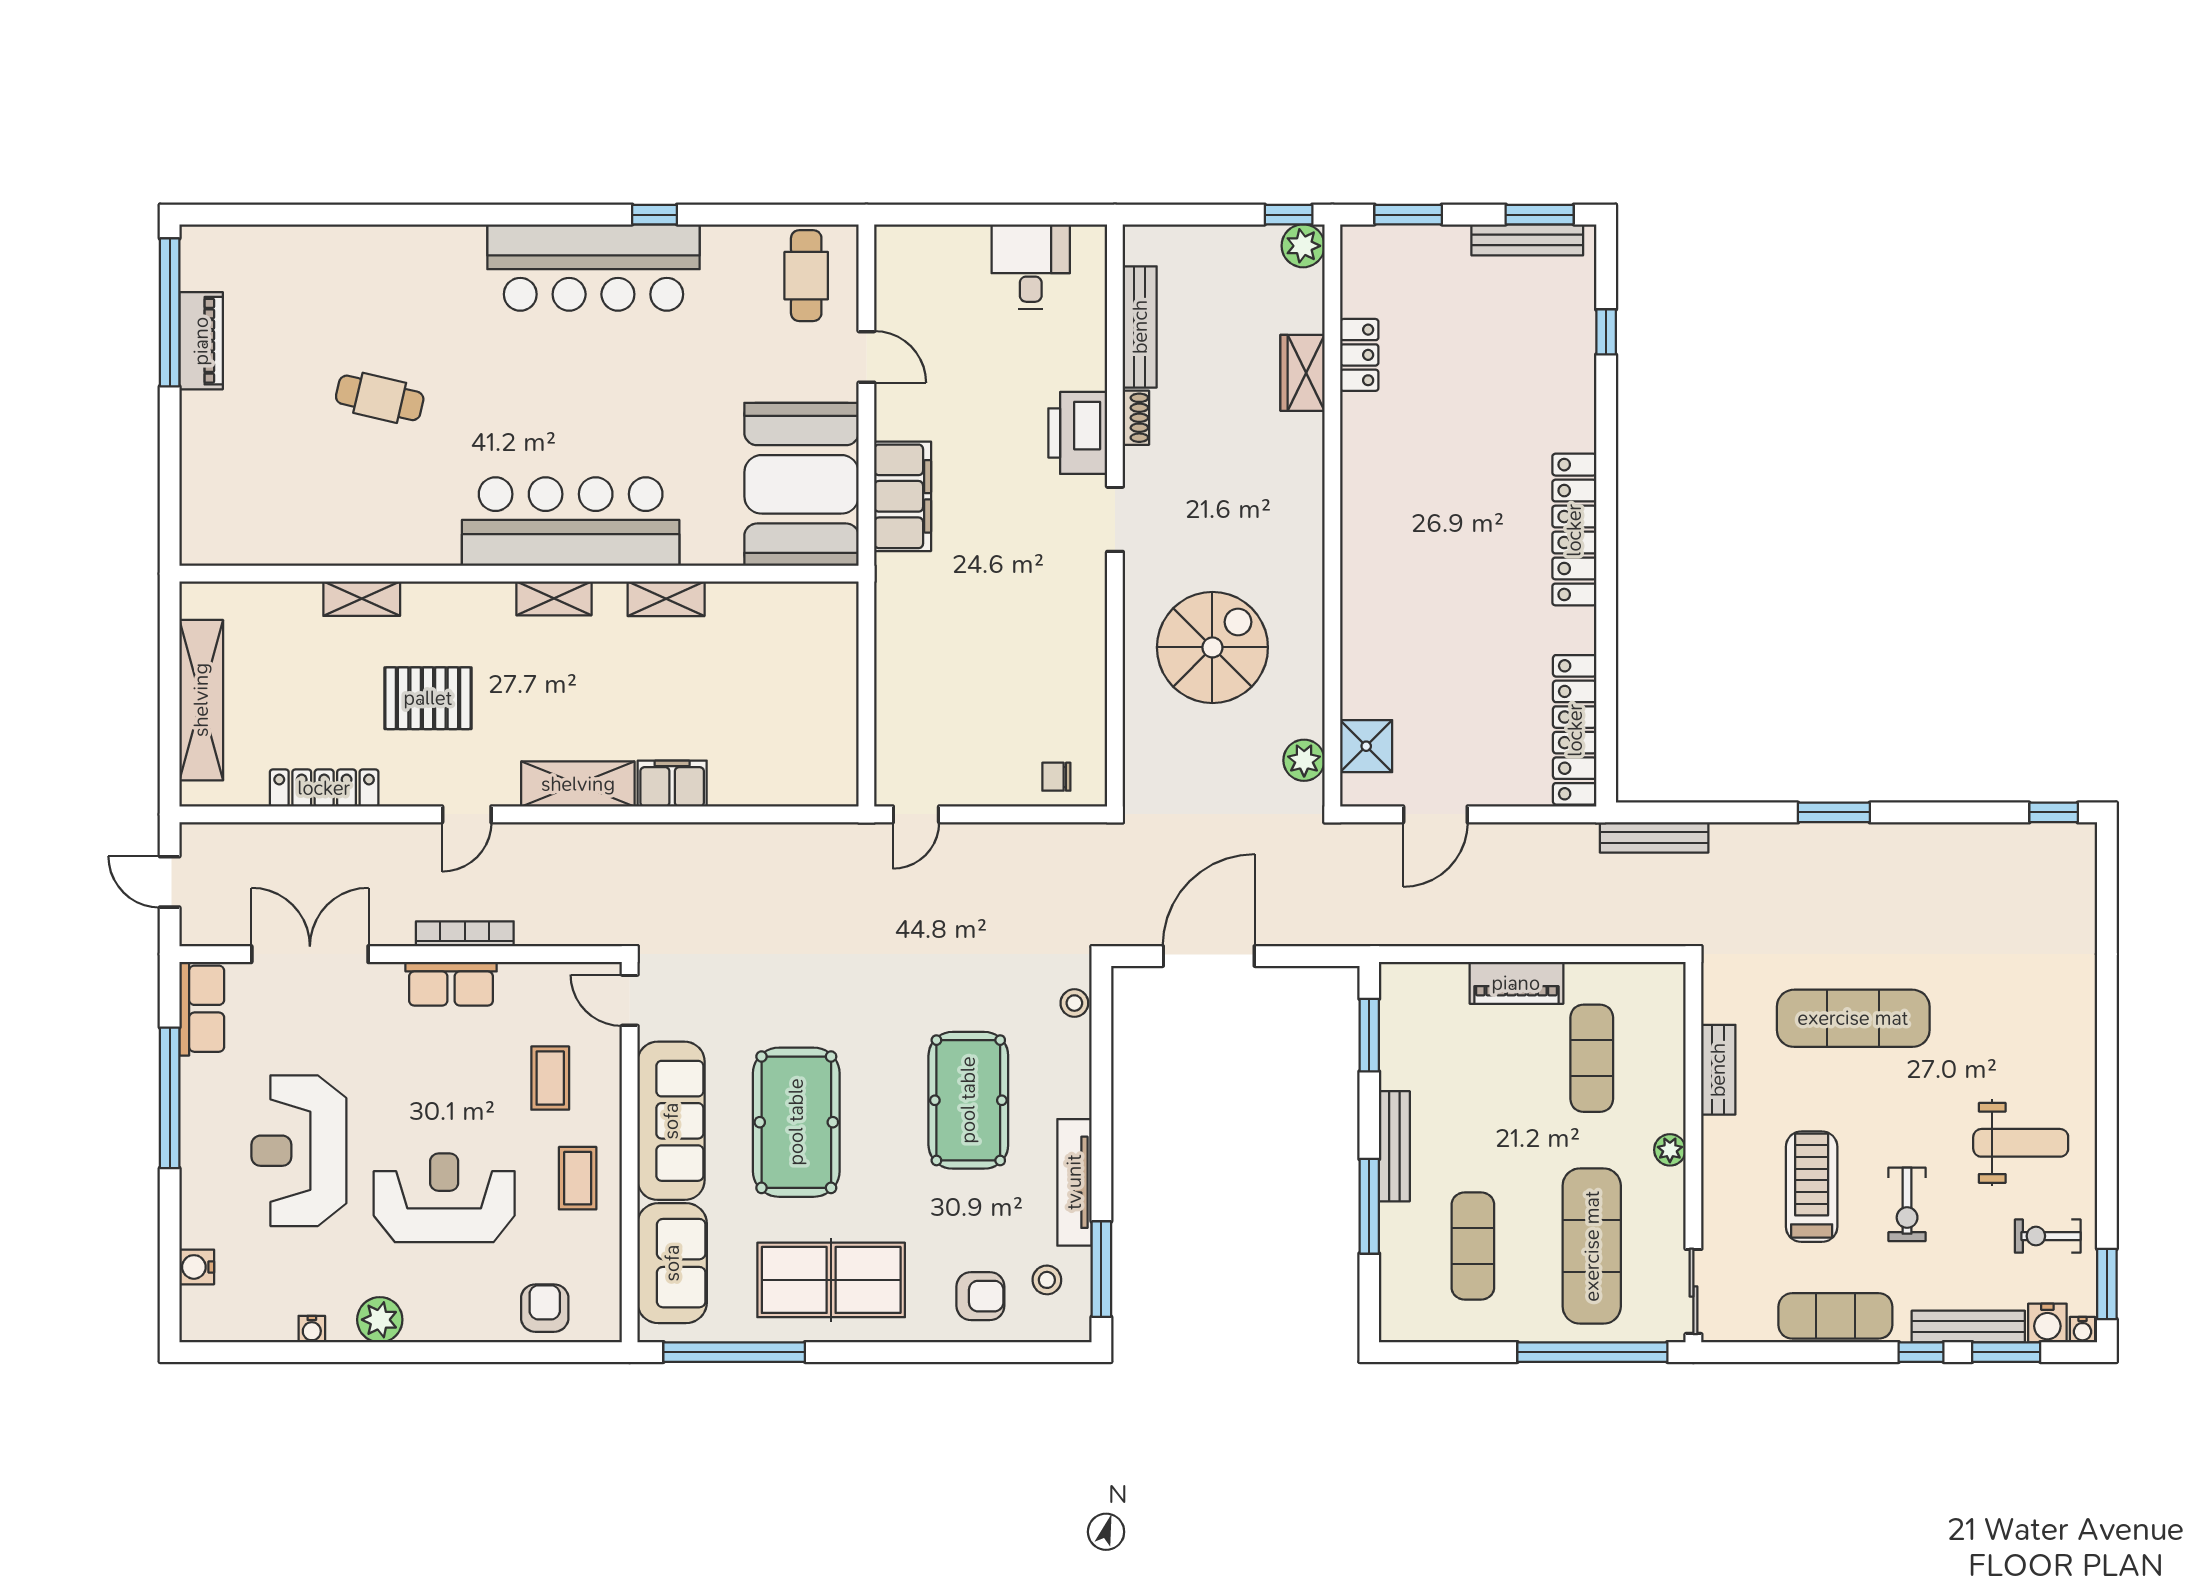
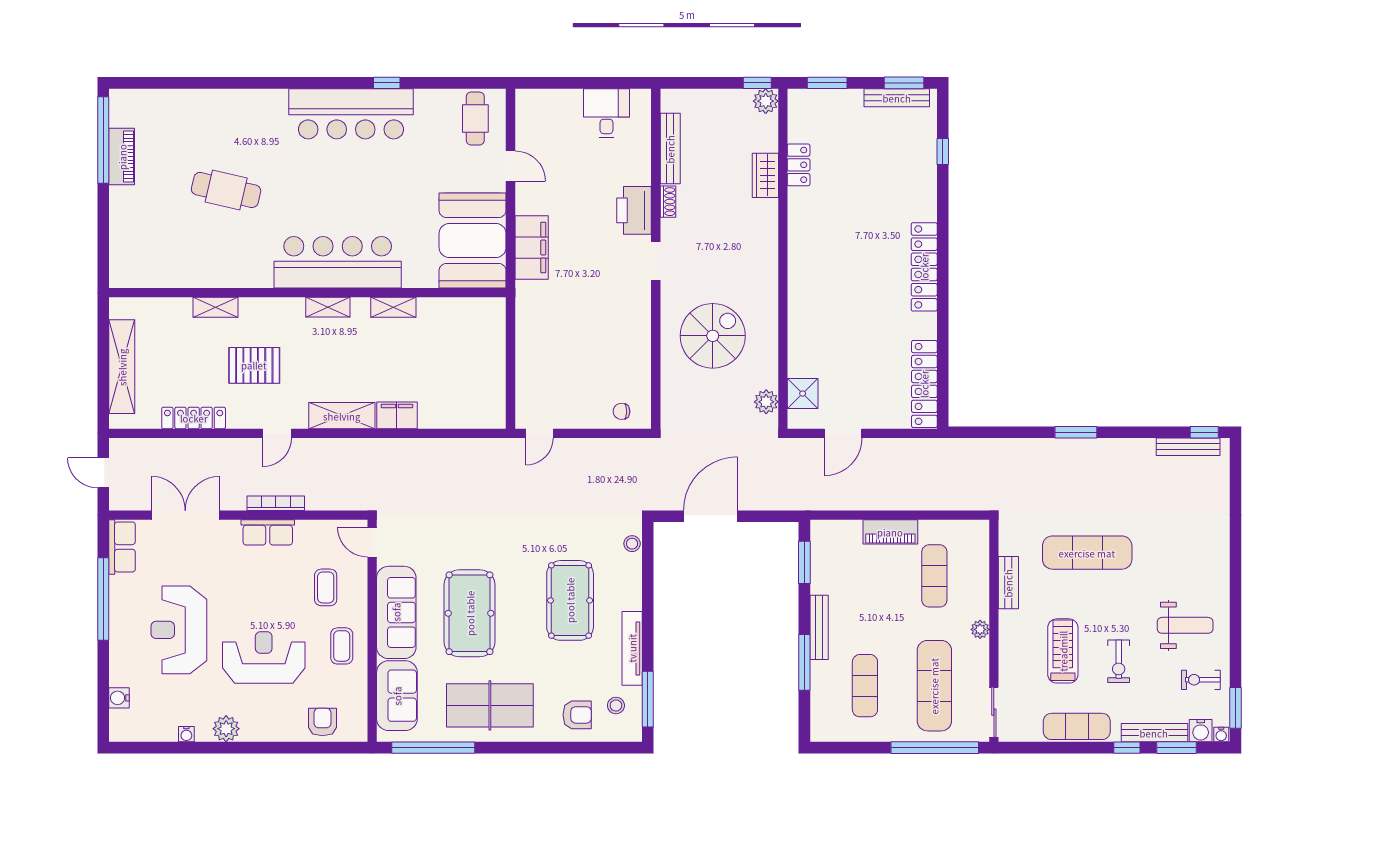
cafe table: (380, 398) -> (226, 190), width x1.37, depth x1.35
bench: (1654, 837) -> (1188, 447), moved

